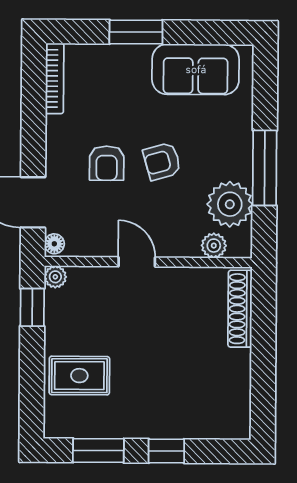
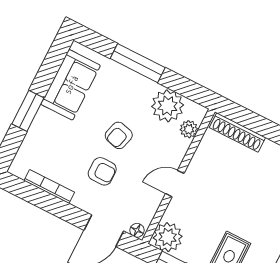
bookcase: (55, 78) -> (49, 186), moved
armchair: (162, 161) -> (119, 135), turned 31
window: (265, 168) -> (138, 63), moved
plant: (55, 277) -> (168, 237), width x1.87, depth x1.87

